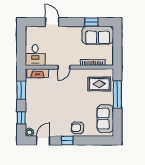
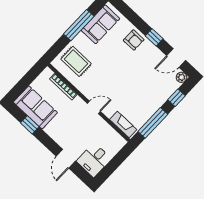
desk: (35, 55) -> (94, 160), moved, turned 180
window: (21, 90) -> (153, 123), width x1.44
window: (117, 94) -> (79, 25), moved

